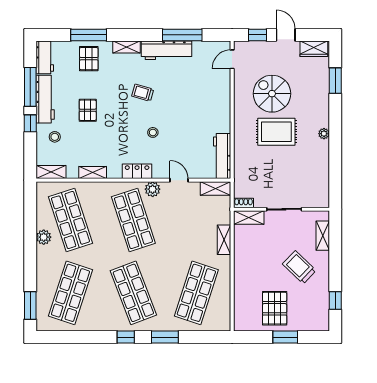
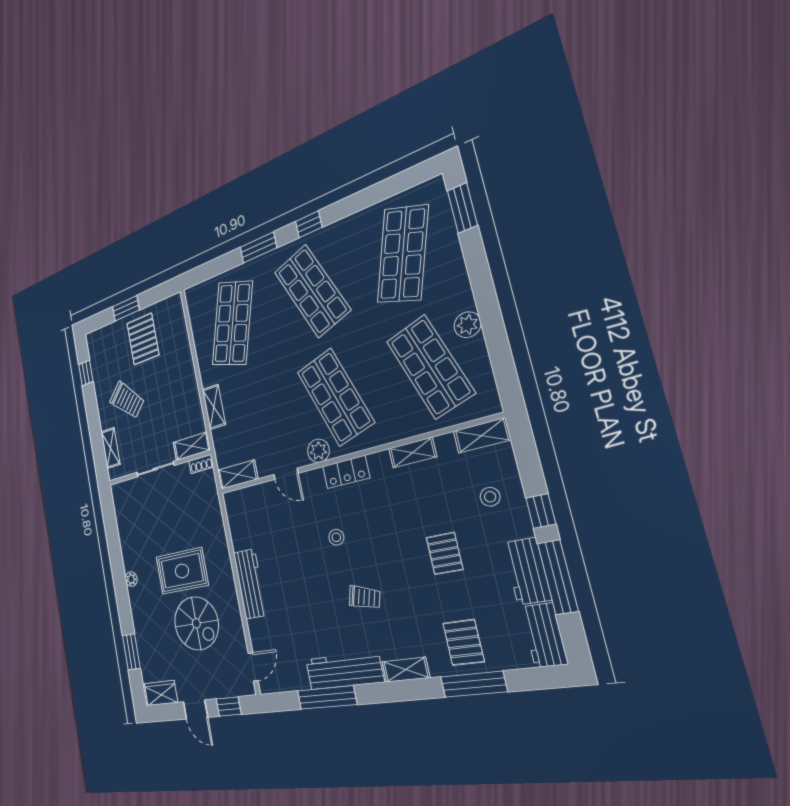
workbench: (45, 99) -> (527, 571), width x0.73
workbench: (222, 156) -> (250, 584), moved

